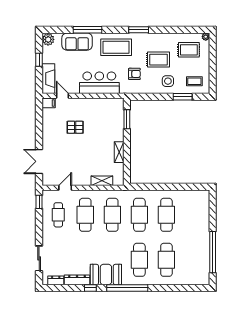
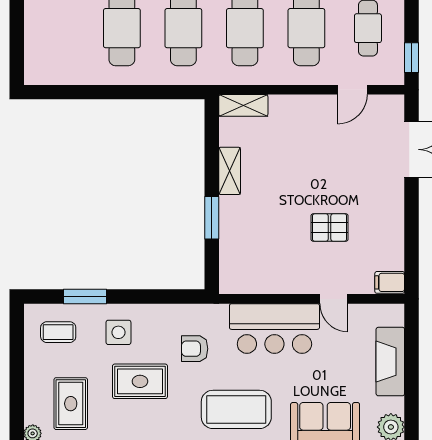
rug: (189, 50) -> (71, 404), turned 90
window: (39, 60) -> (412, 381), removed
fireplace: (48, 79) -> (390, 362), moved
door: (62, 96) -> (334, 299), moved
window: (127, 119) -> (212, 218), moved
shelving: (102, 181) -> (243, 105), moved

